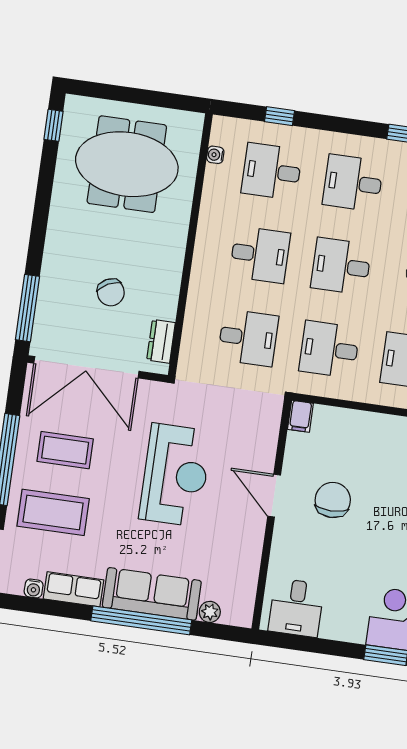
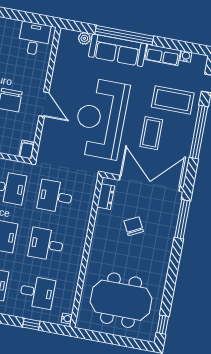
water cooler: (215, 155) -> (67, 318), moved
coffee table: (65, 450) -> (151, 133), moved, turned 90
reception desk: (175, 475) -> (101, 119), width x1.36, depth x1.30

